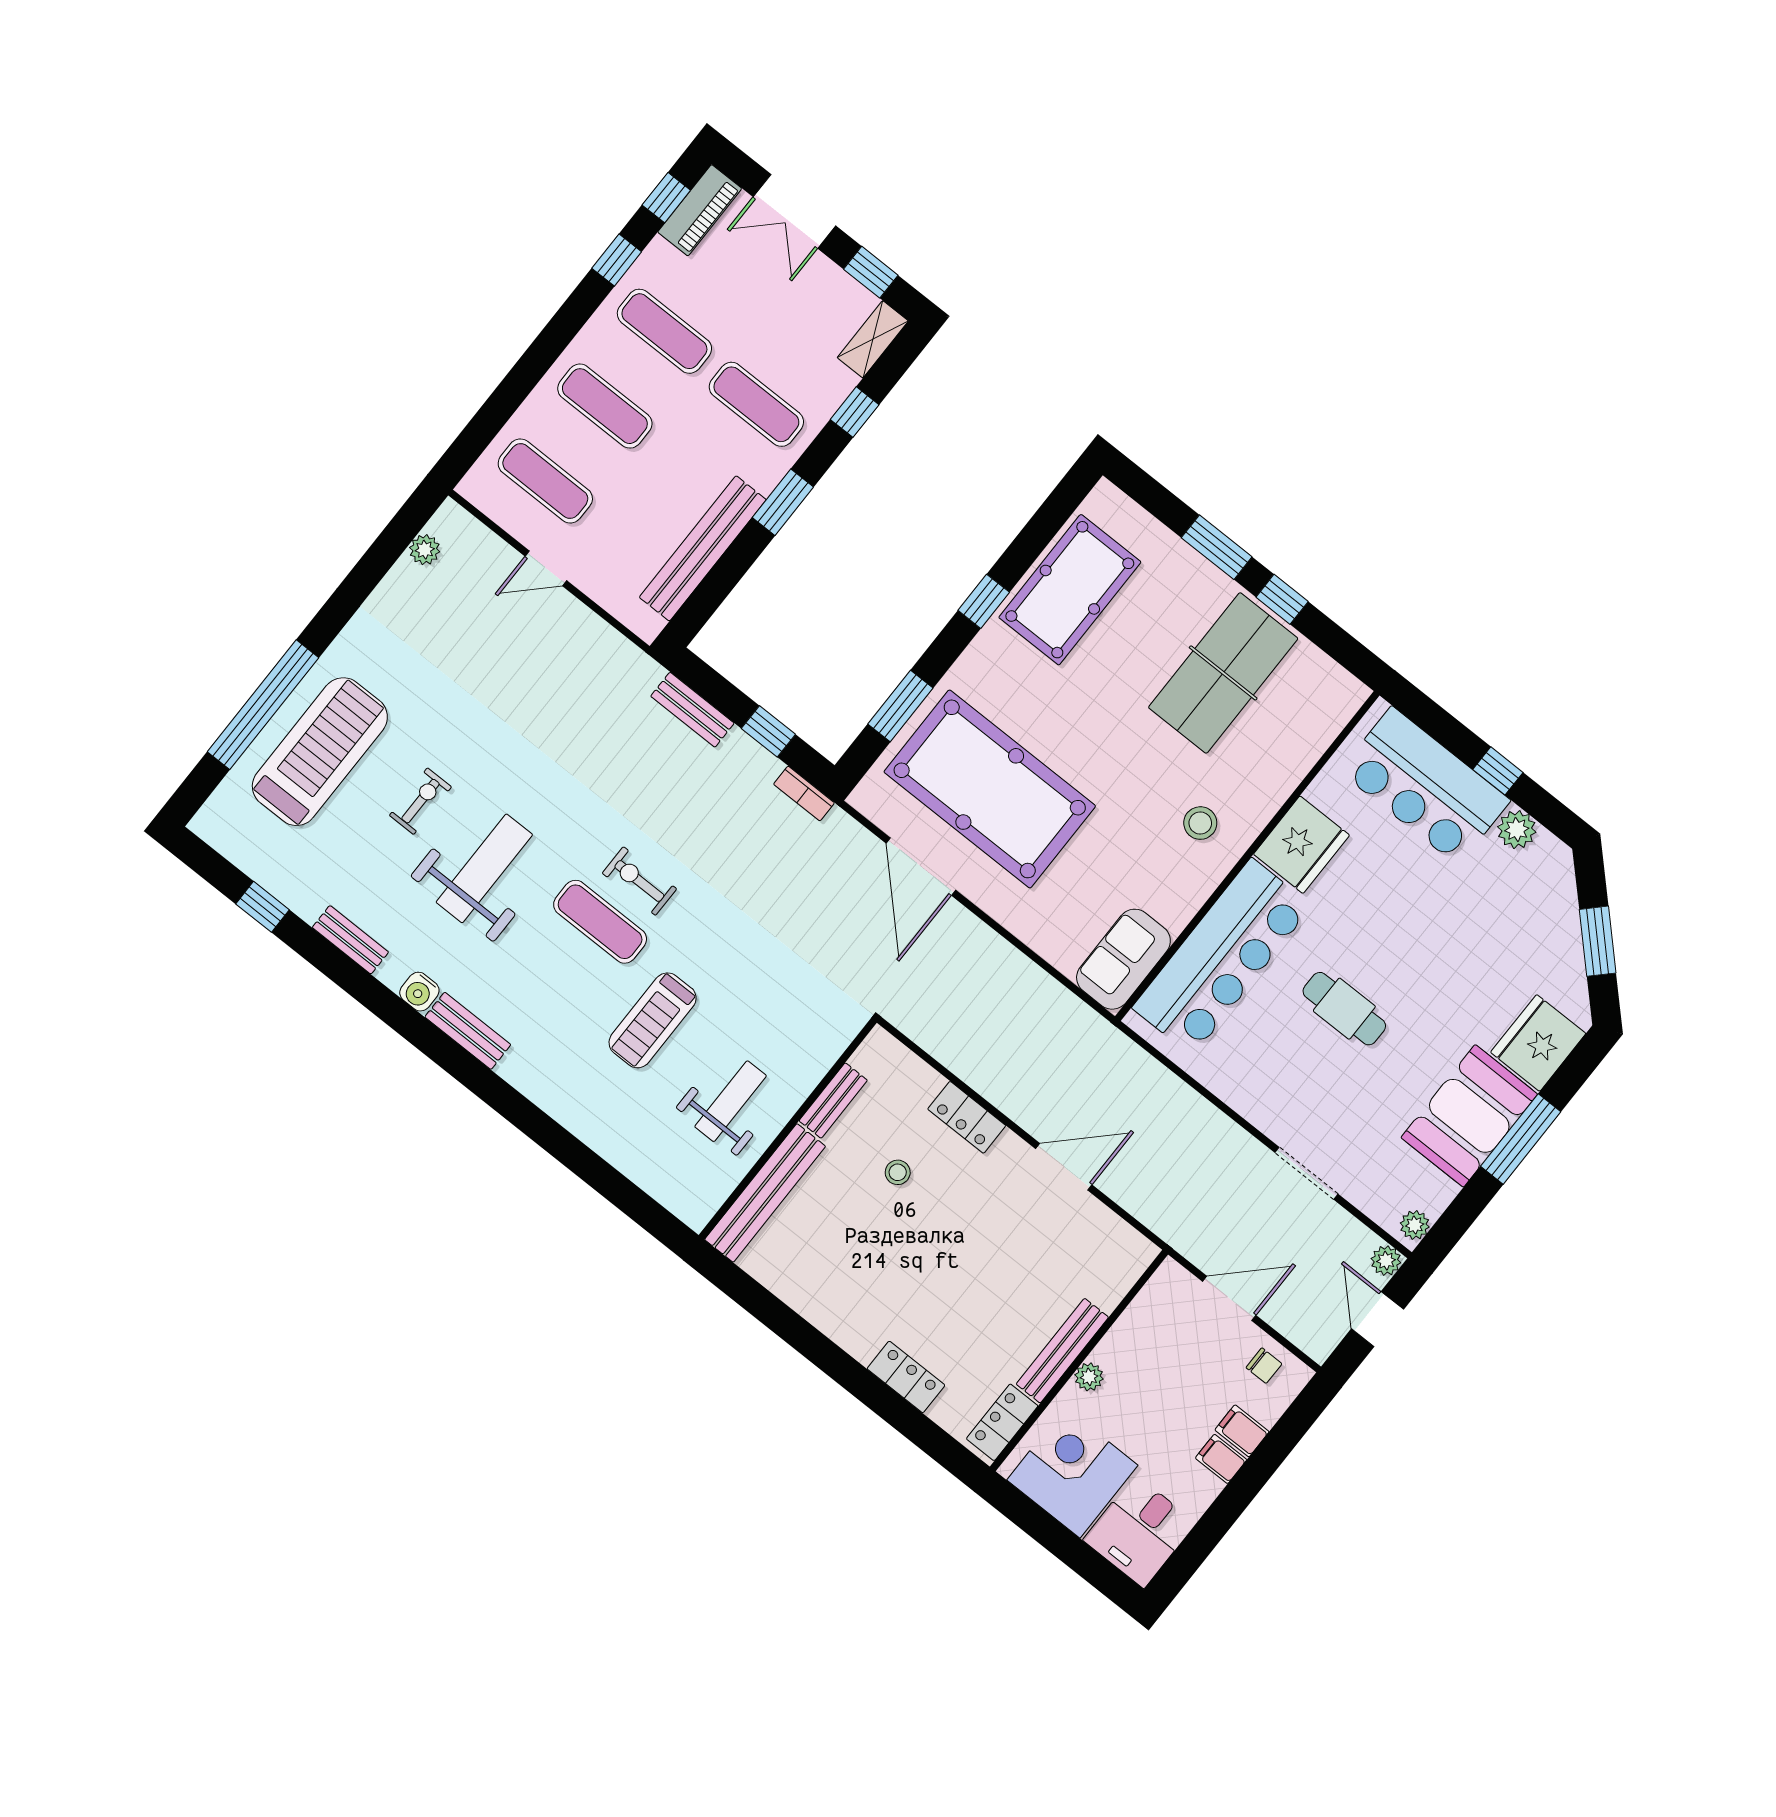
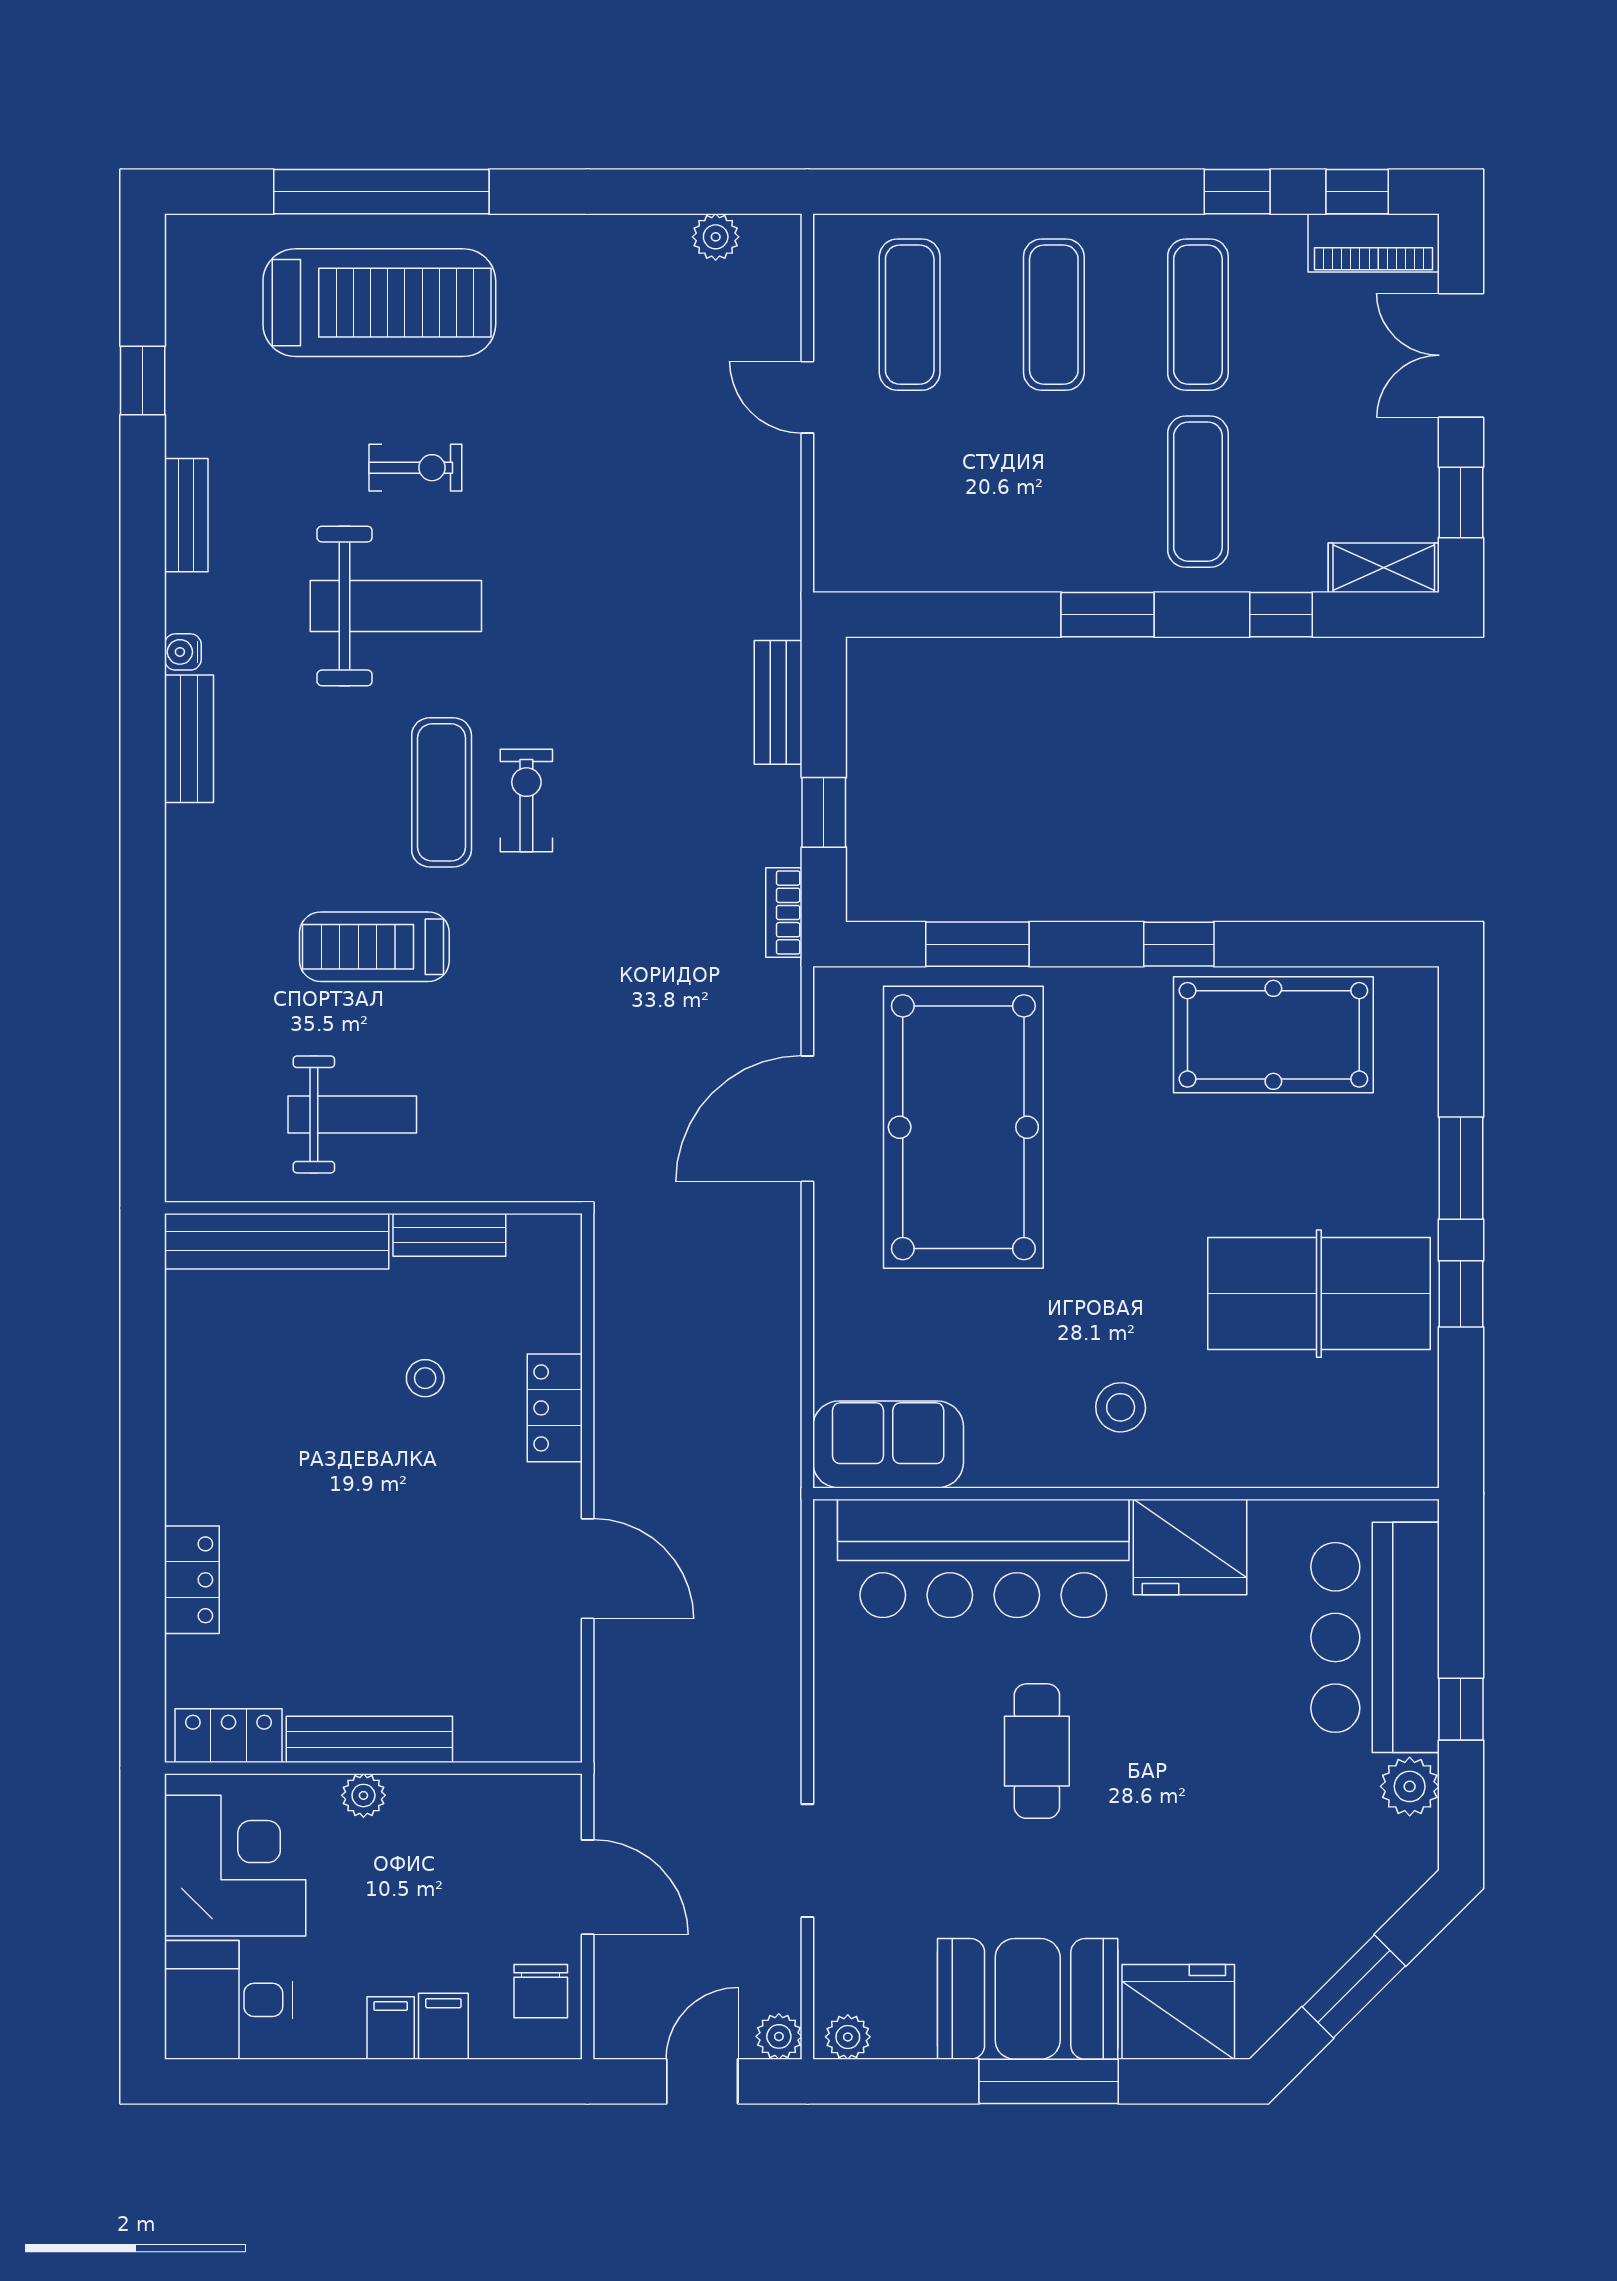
bench: (703, 548) -> (978, 563), removed
water cooler: (419, 992) -> (183, 652), width x0.72, depth x0.72
chair: (1264, 1366) -> (541, 1991), width x1.37, depth x1.37

